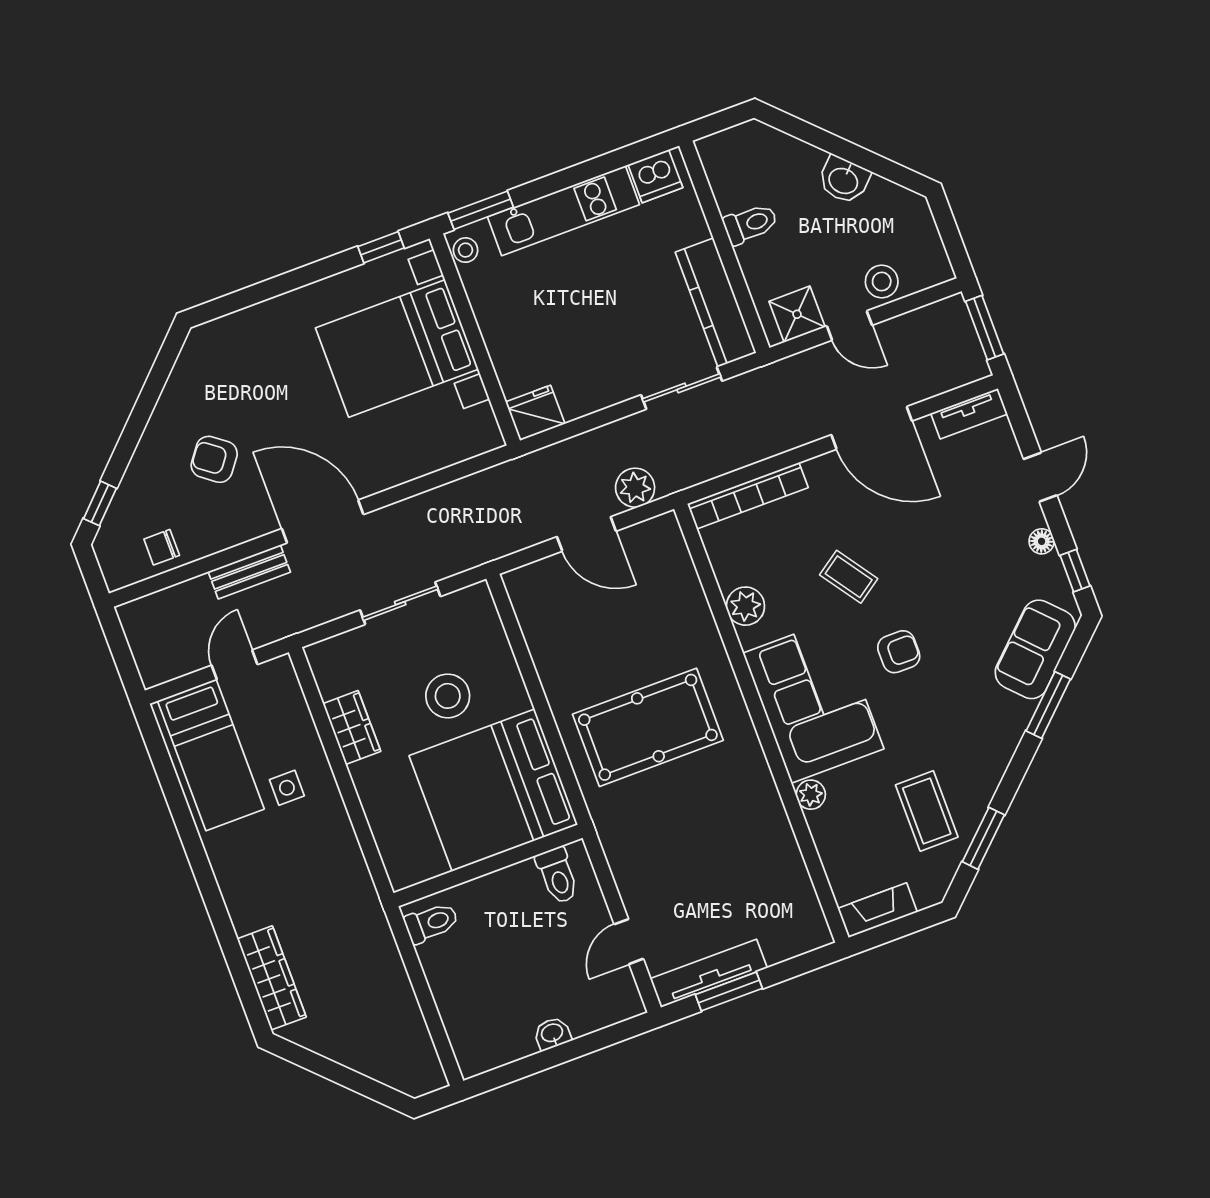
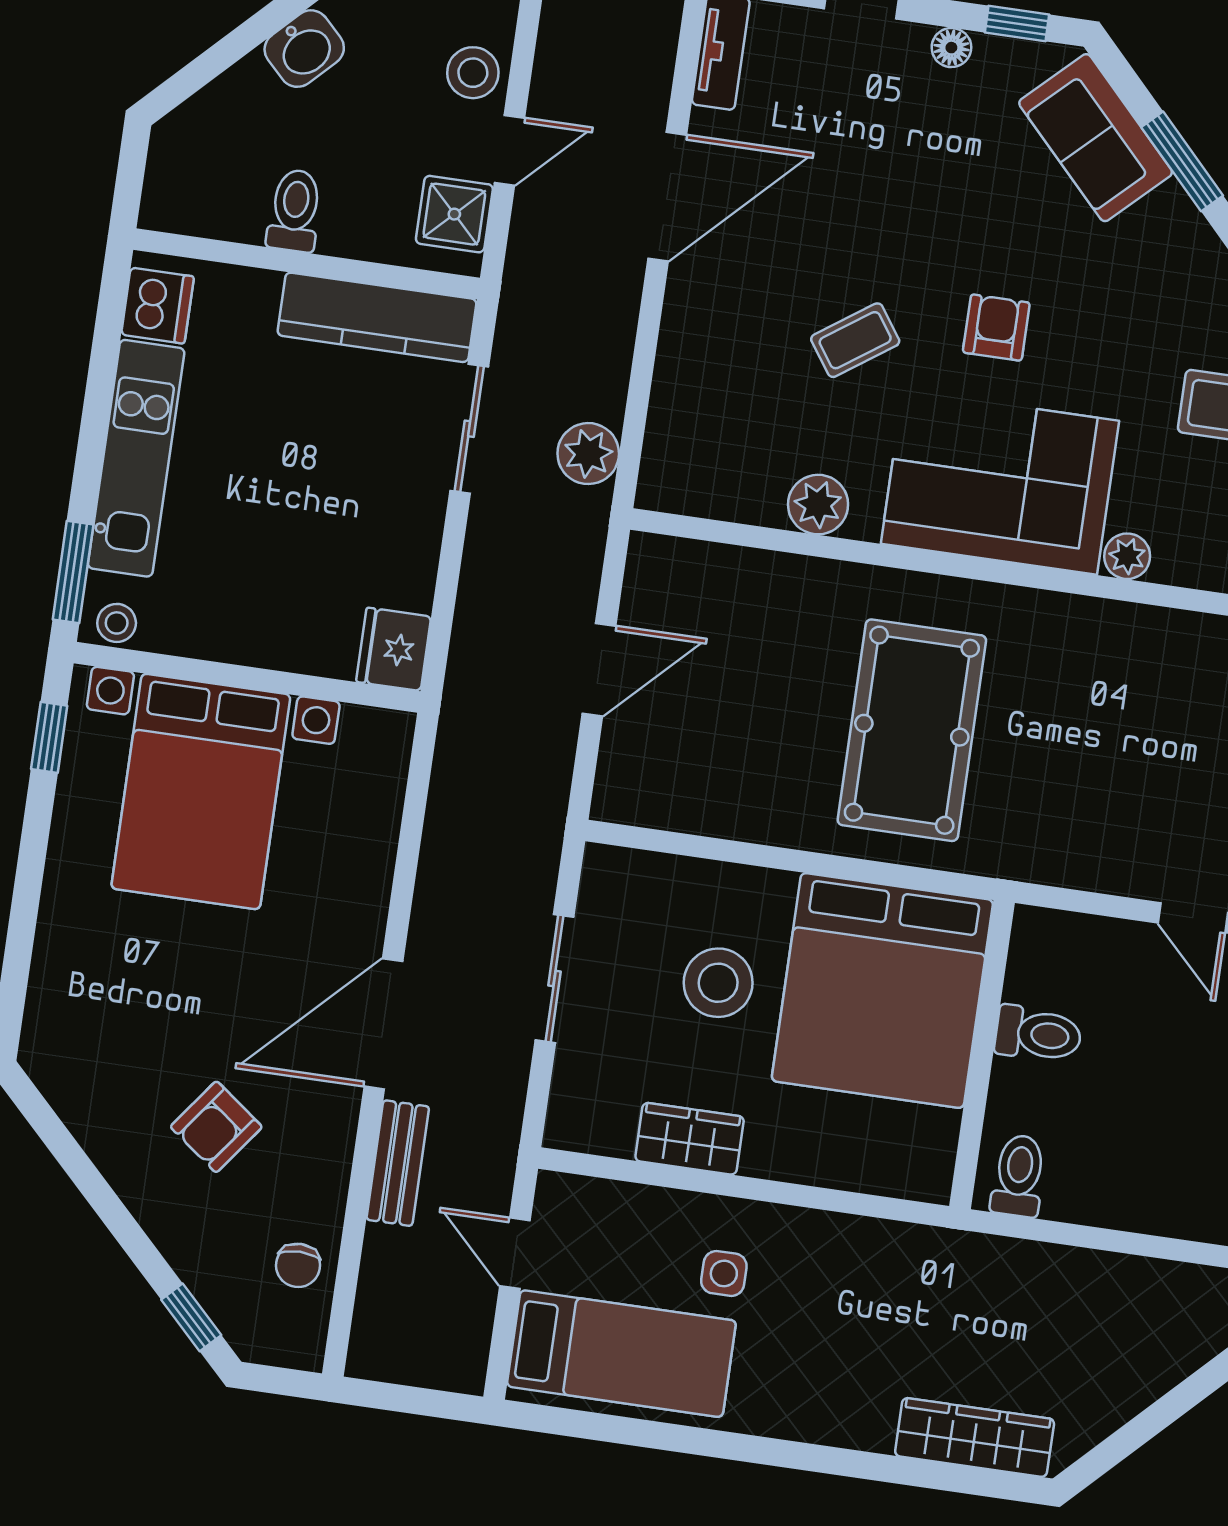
plant: (635, 488) -> (588, 454), moved
bookcase: (748, 496) -> (668, 418), removed
toilet: (558, 875) -> (1038, 1034), moved

